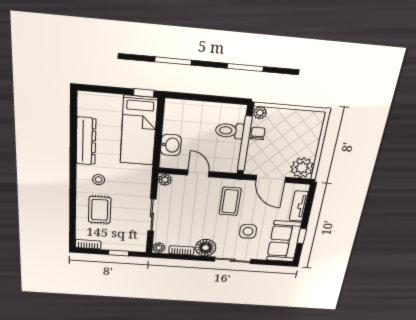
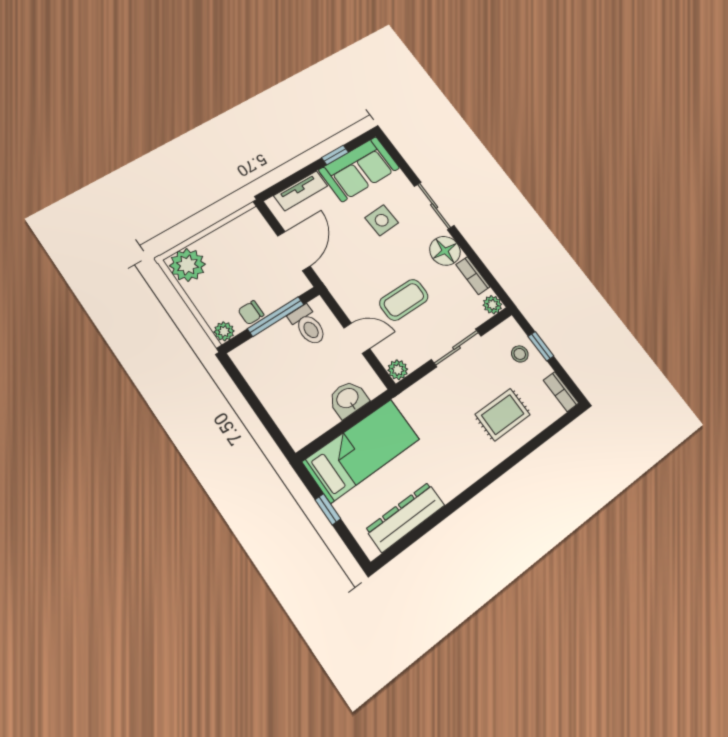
window: (144, 93) -> (328, 509), moved
toilet: (230, 131) -> (308, 325), moved
dresser: (86, 141) -> (405, 517), moved
window: (245, 144) -> (276, 317), width x0.68
plant: (302, 168) -> (187, 265), moved
door: (198, 173) -> (357, 338), swing flipped
stool: (99, 180) -> (520, 354), moved
coffee table: (230, 201) -> (404, 300), moved

